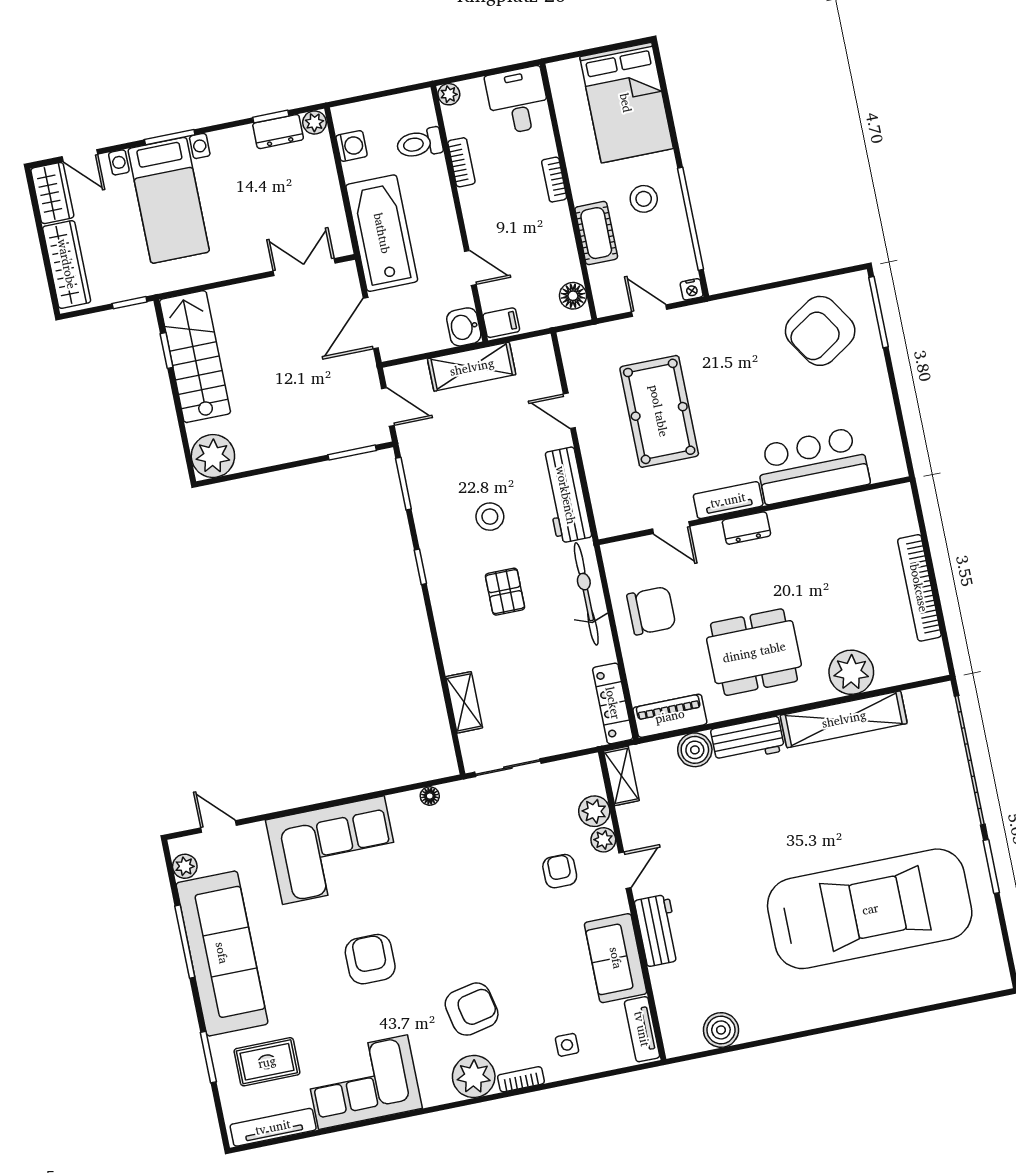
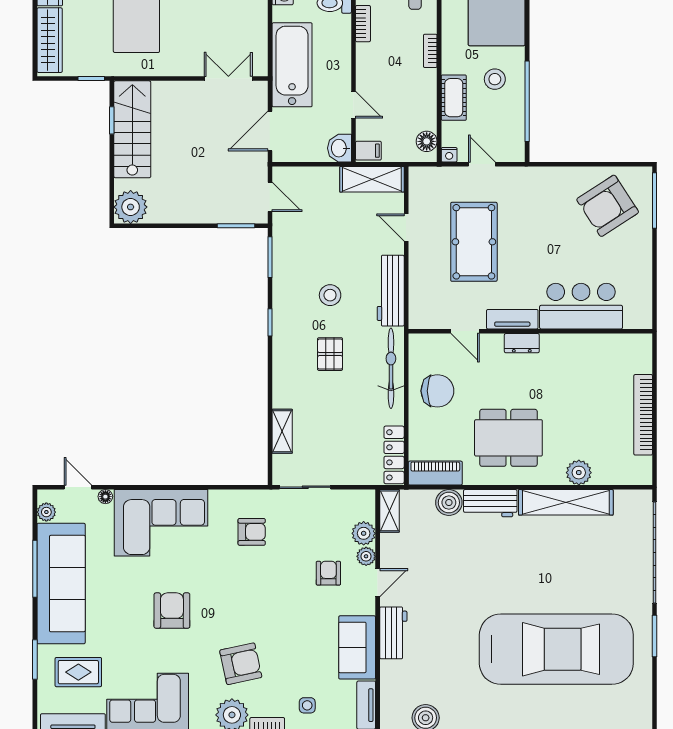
nightstand: (692, 289) -> (449, 155), moved
shelving: (472, 367) -> (372, 179), moved
plant: (851, 672) -> (579, 473), width x0.73, depth x0.73
floor lamp: (430, 796) -> (105, 497), moved
armchair: (451, 838) -> (252, 532), added

